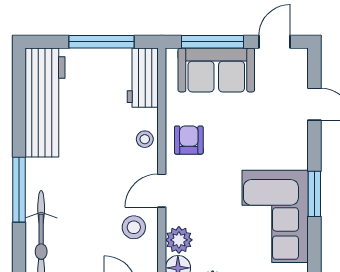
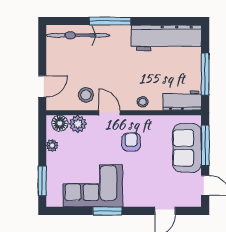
armchair: (189, 140) -> (131, 142), moved, turned -90

